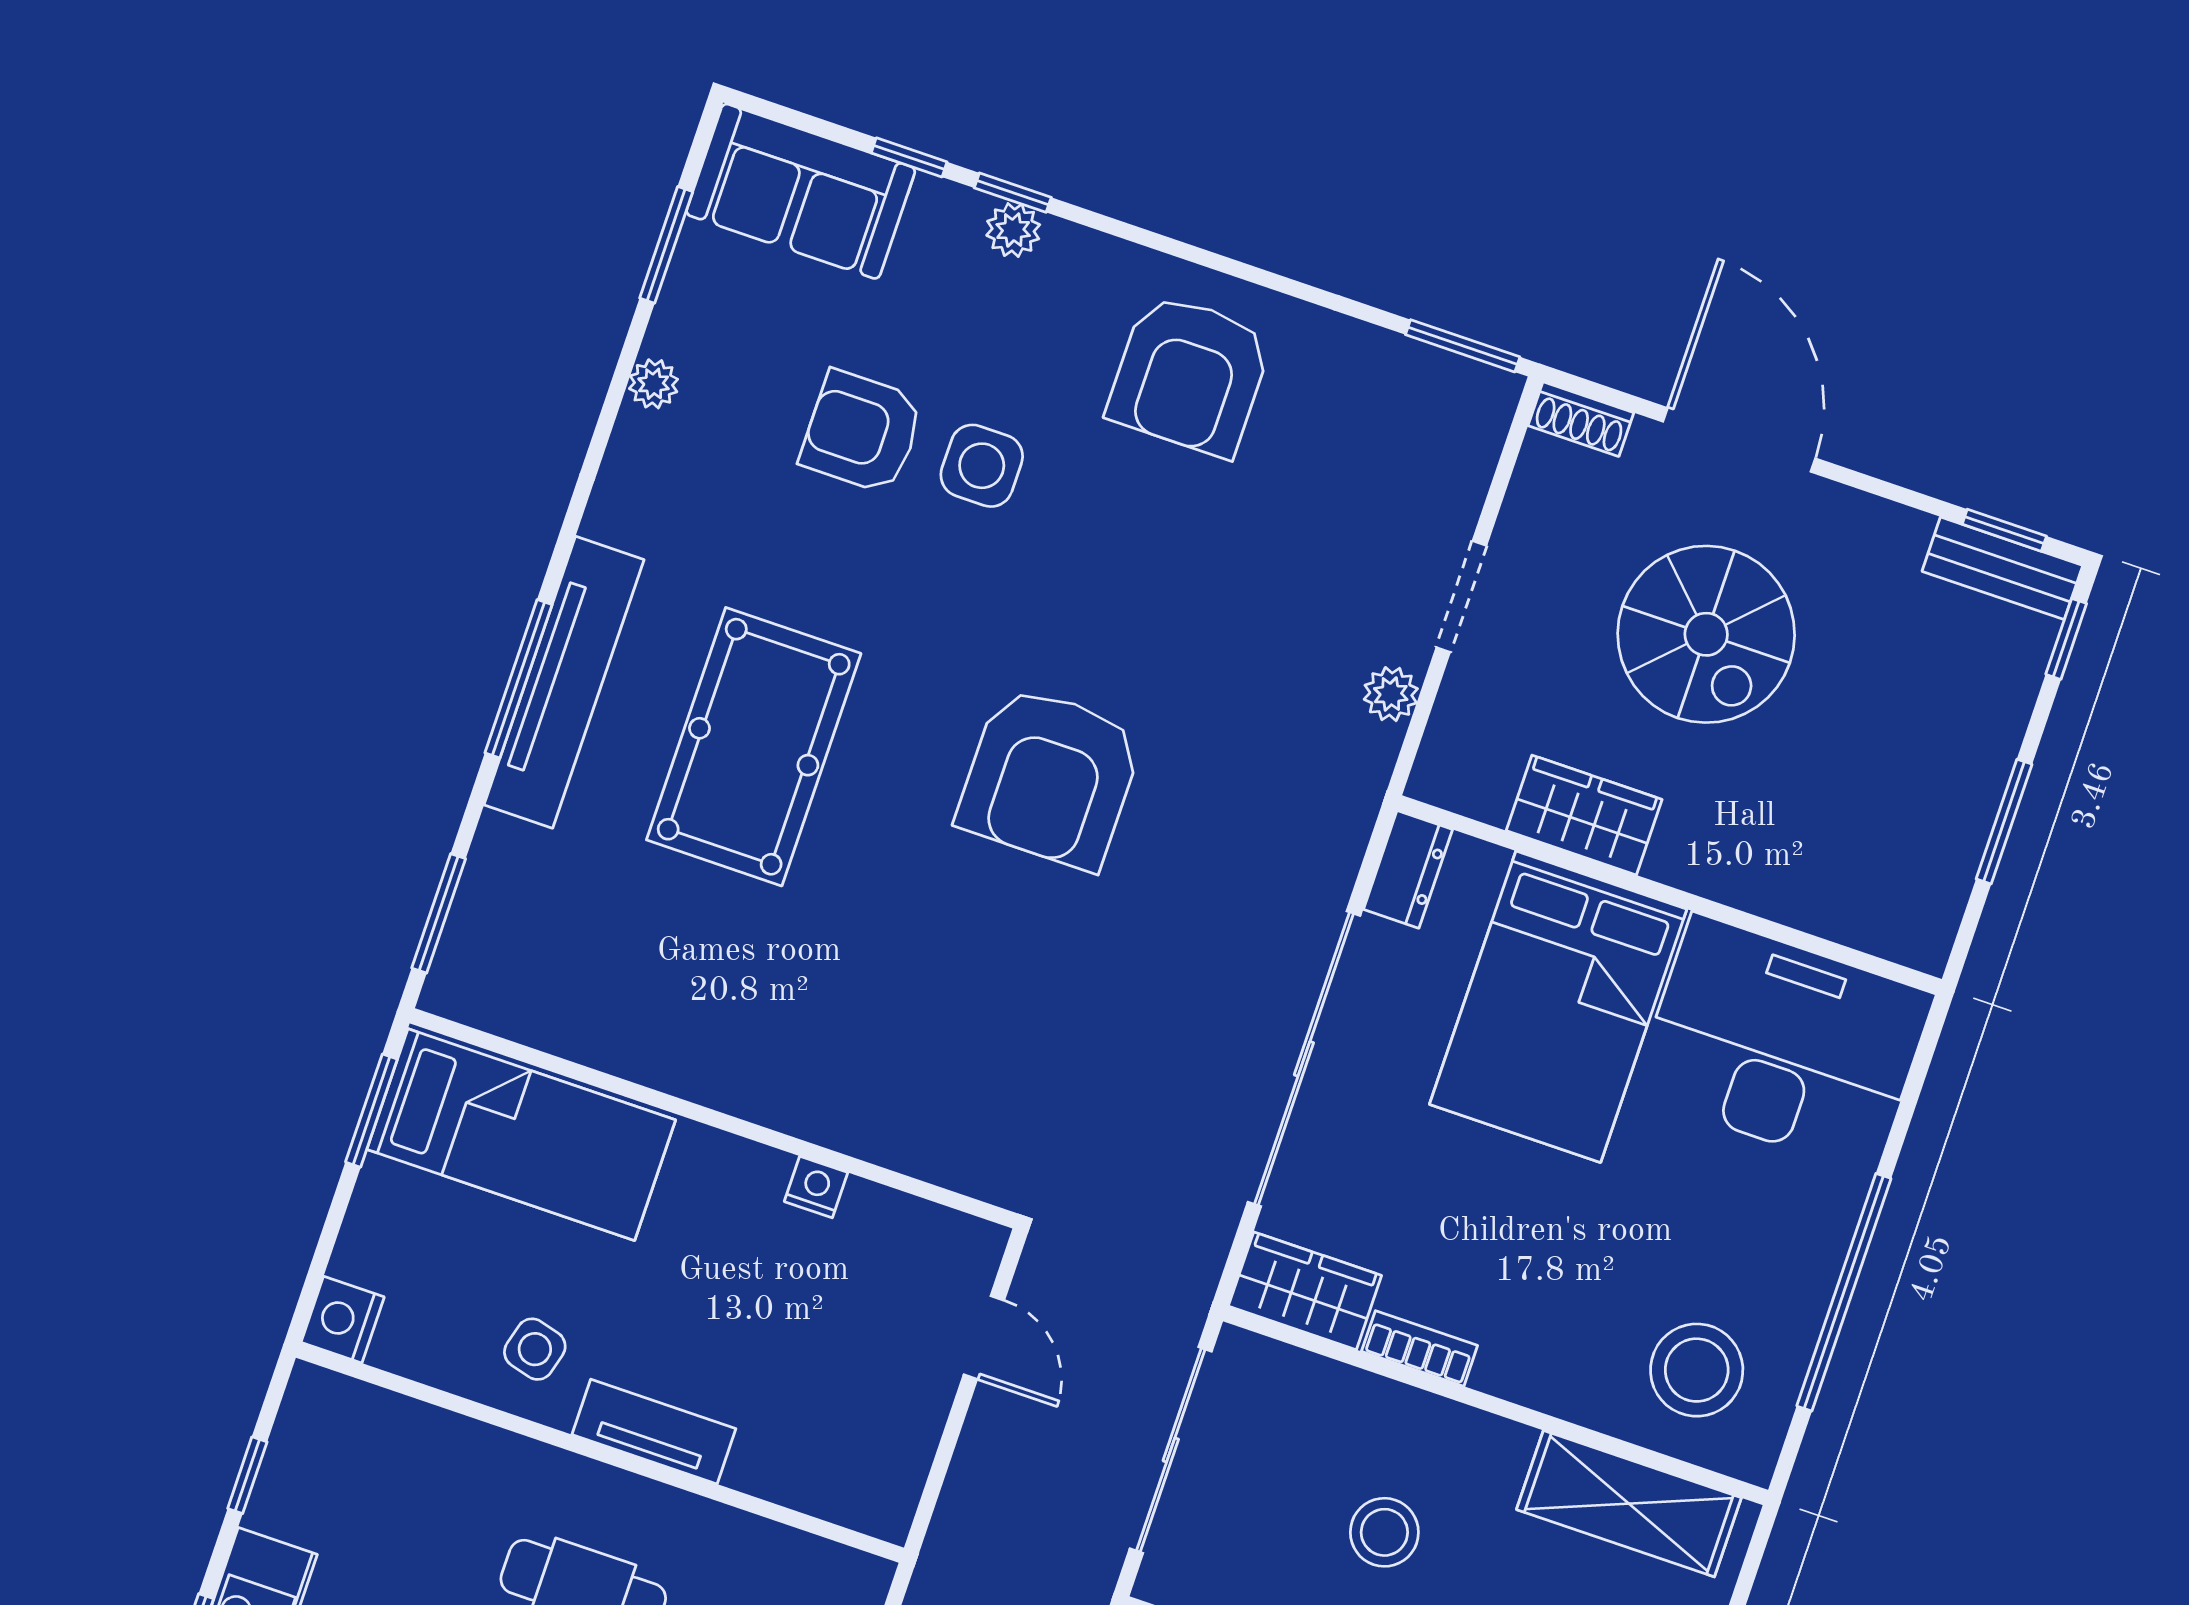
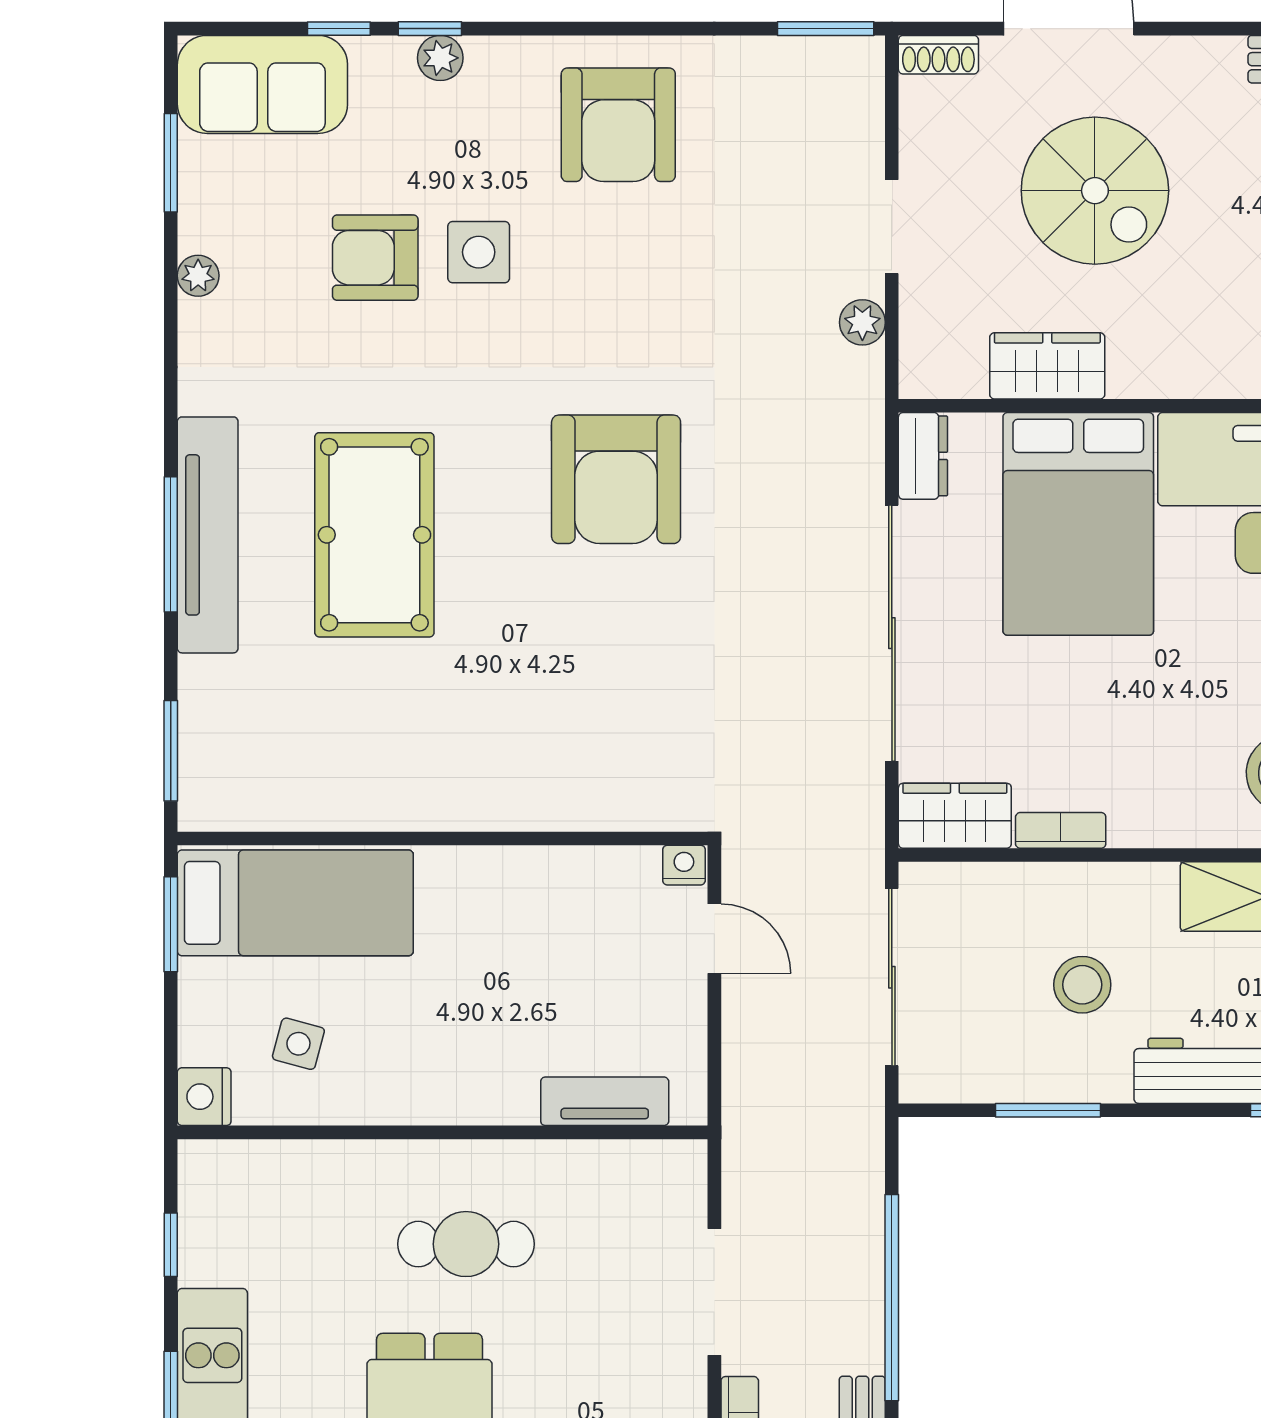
nightstand: (816, 1187) -> (684, 865), moved
side table: (535, 1349) -> (298, 1044), moved
tv unit: (654, 1432) -> (605, 1101), moved

